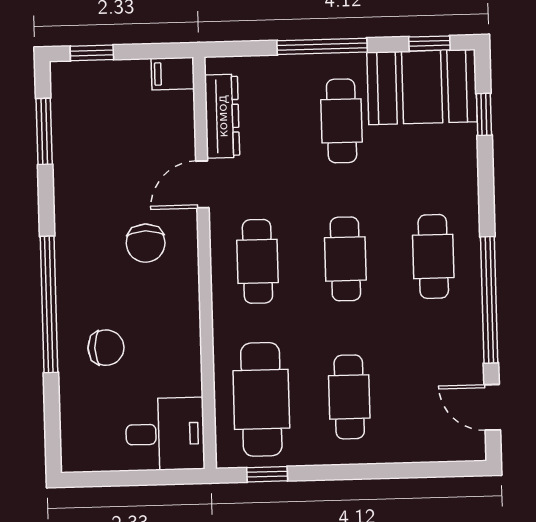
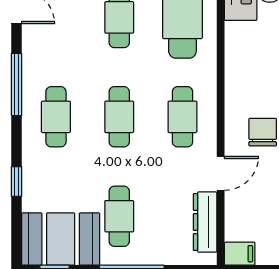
window: (484, 114) -> (17, 181), moved
window: (489, 300) -> (17, 85), width x0.68

